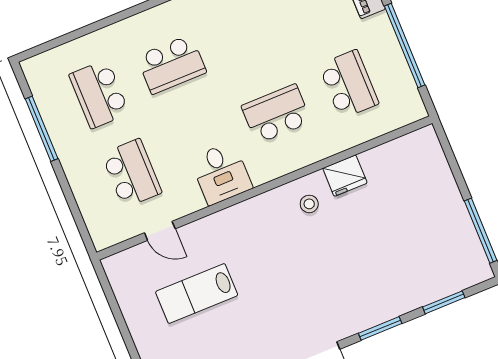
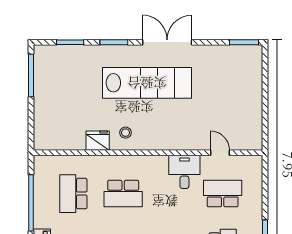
school desk: (132, 173) -> (223, 194), turned 90
desk: (221, 173) -> (184, 172), moved
lab bench: (197, 293) -> (147, 83), moved, width x1.86, depth x1.39

